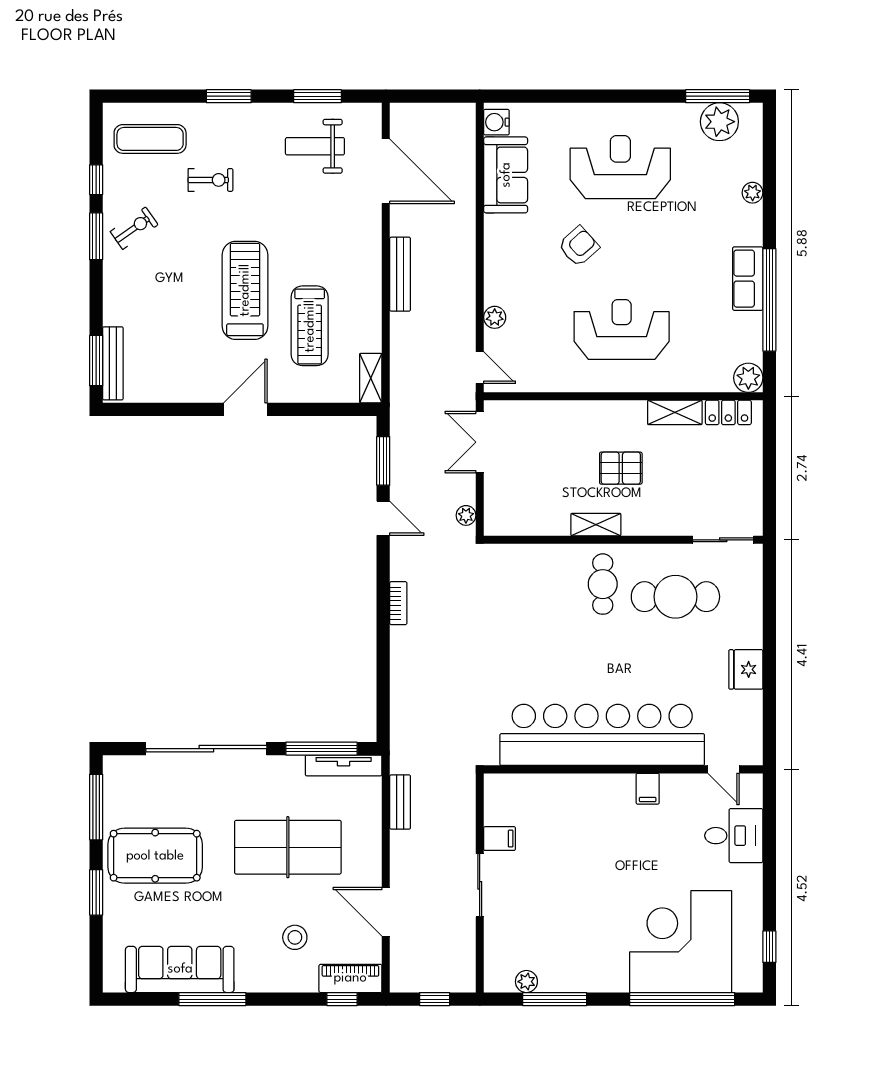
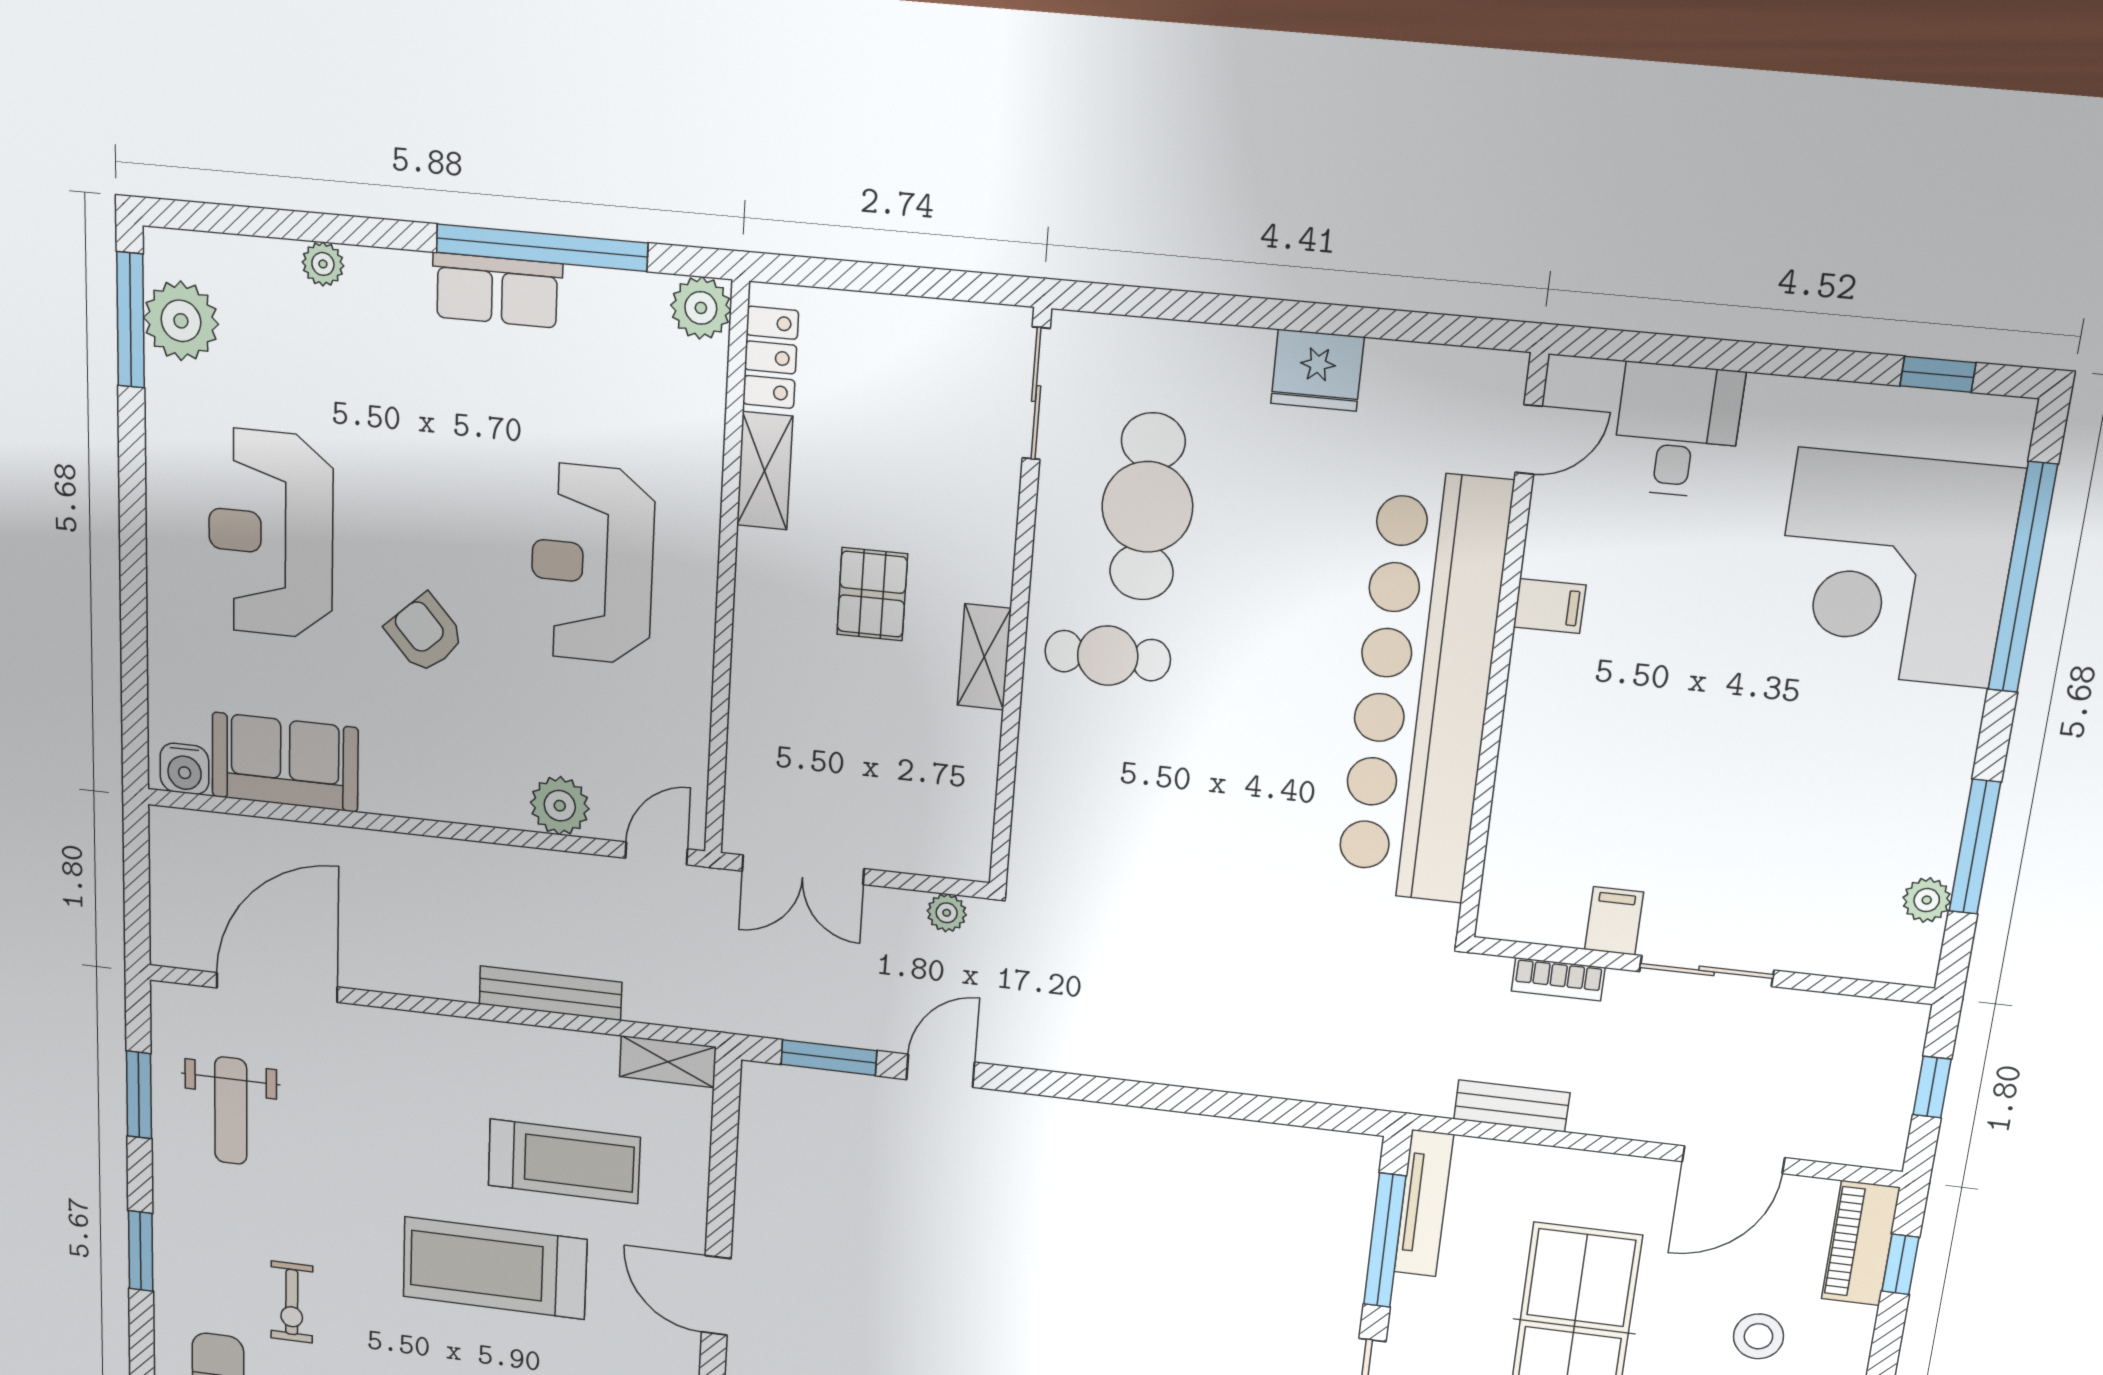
exercise bike: (211, 180) -> (292, 1302), turned 180
bench: (400, 274) -> (550, 993), moved
plant: (495, 317) -> (560, 806), width x1.38, depth x1.38
bookcase: (398, 603) -> (1558, 979), moved, turned 180

